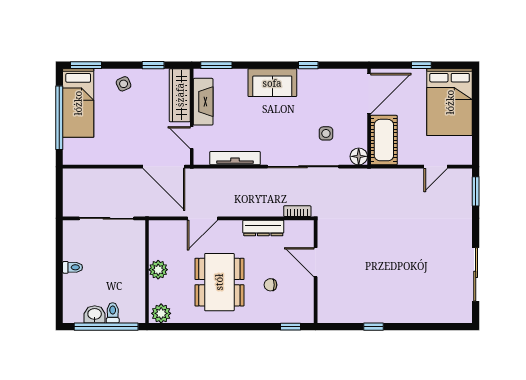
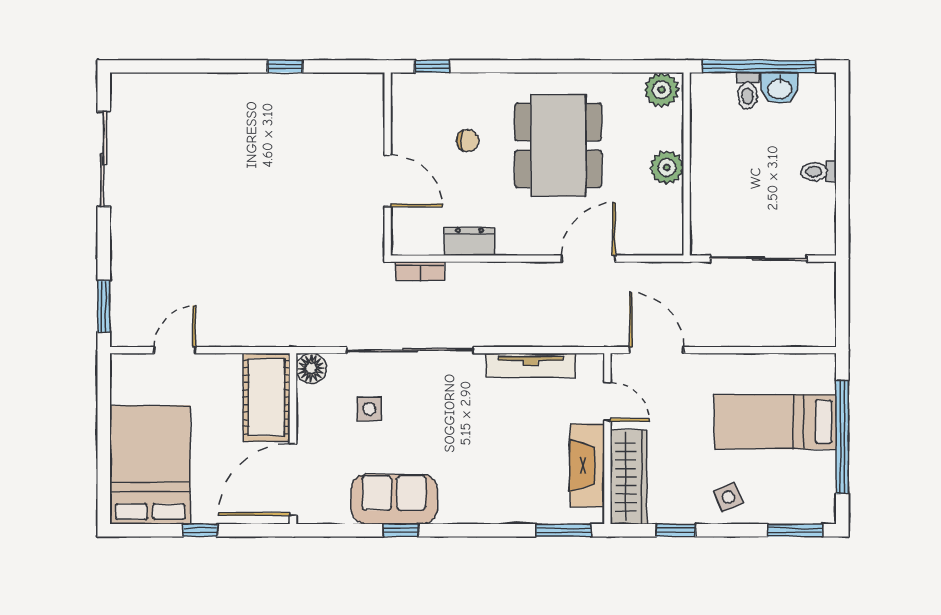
sofa: (272, 83) -> (394, 499), moved
bed: (78, 103) -> (775, 422), moved, turned -90
door: (164, 167) -> (657, 350), width x0.73
dresser: (263, 228) -> (469, 241), width x0.70

